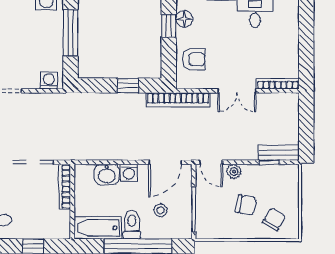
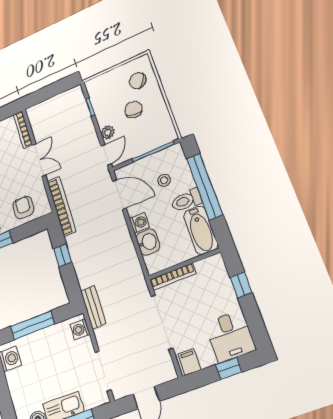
bench: (279, 153) -> (93, 307), moved

